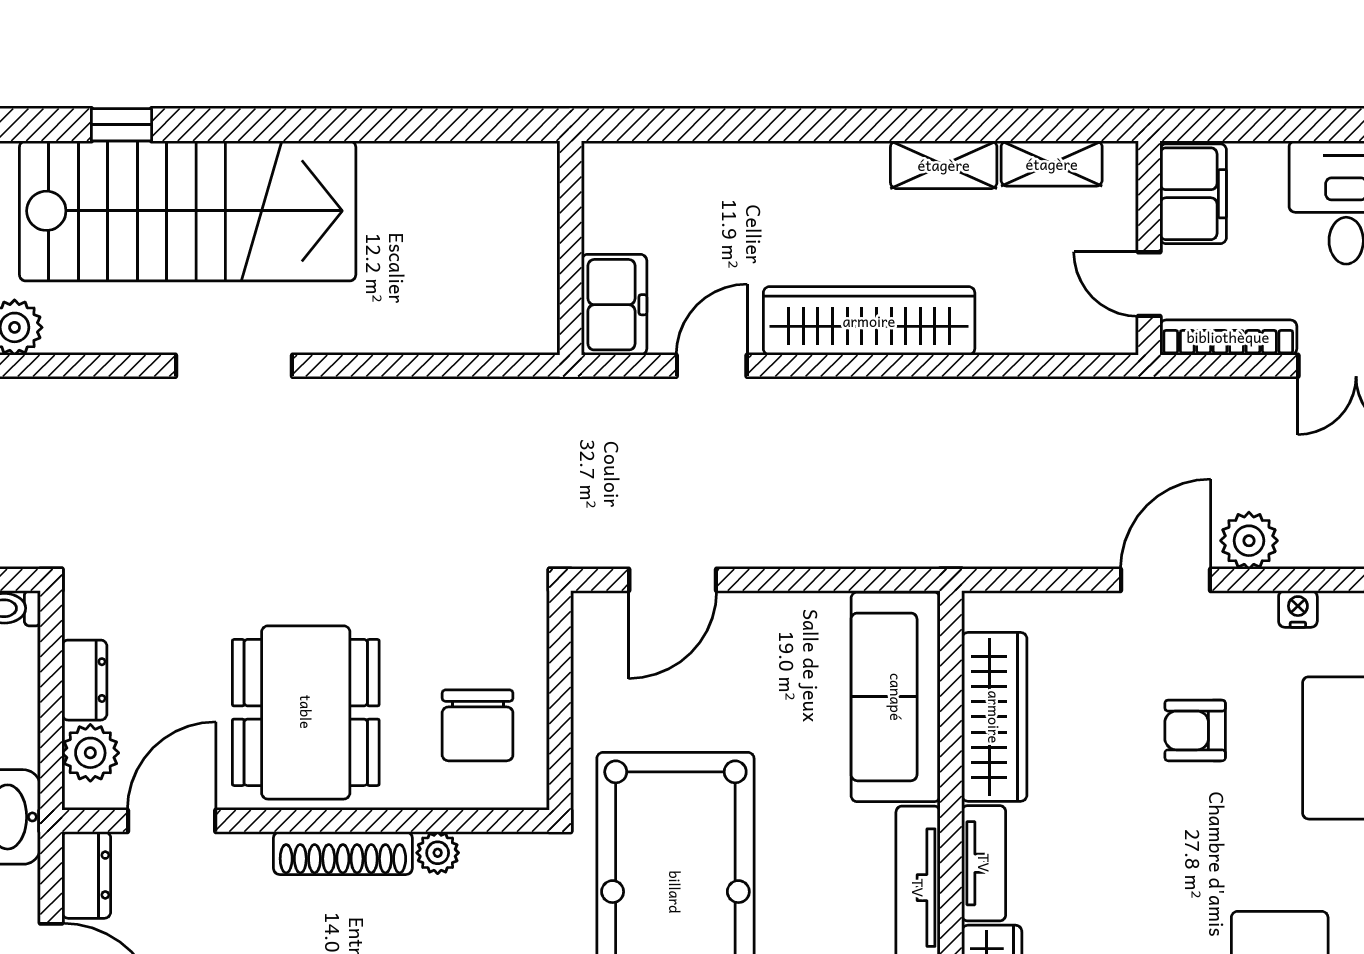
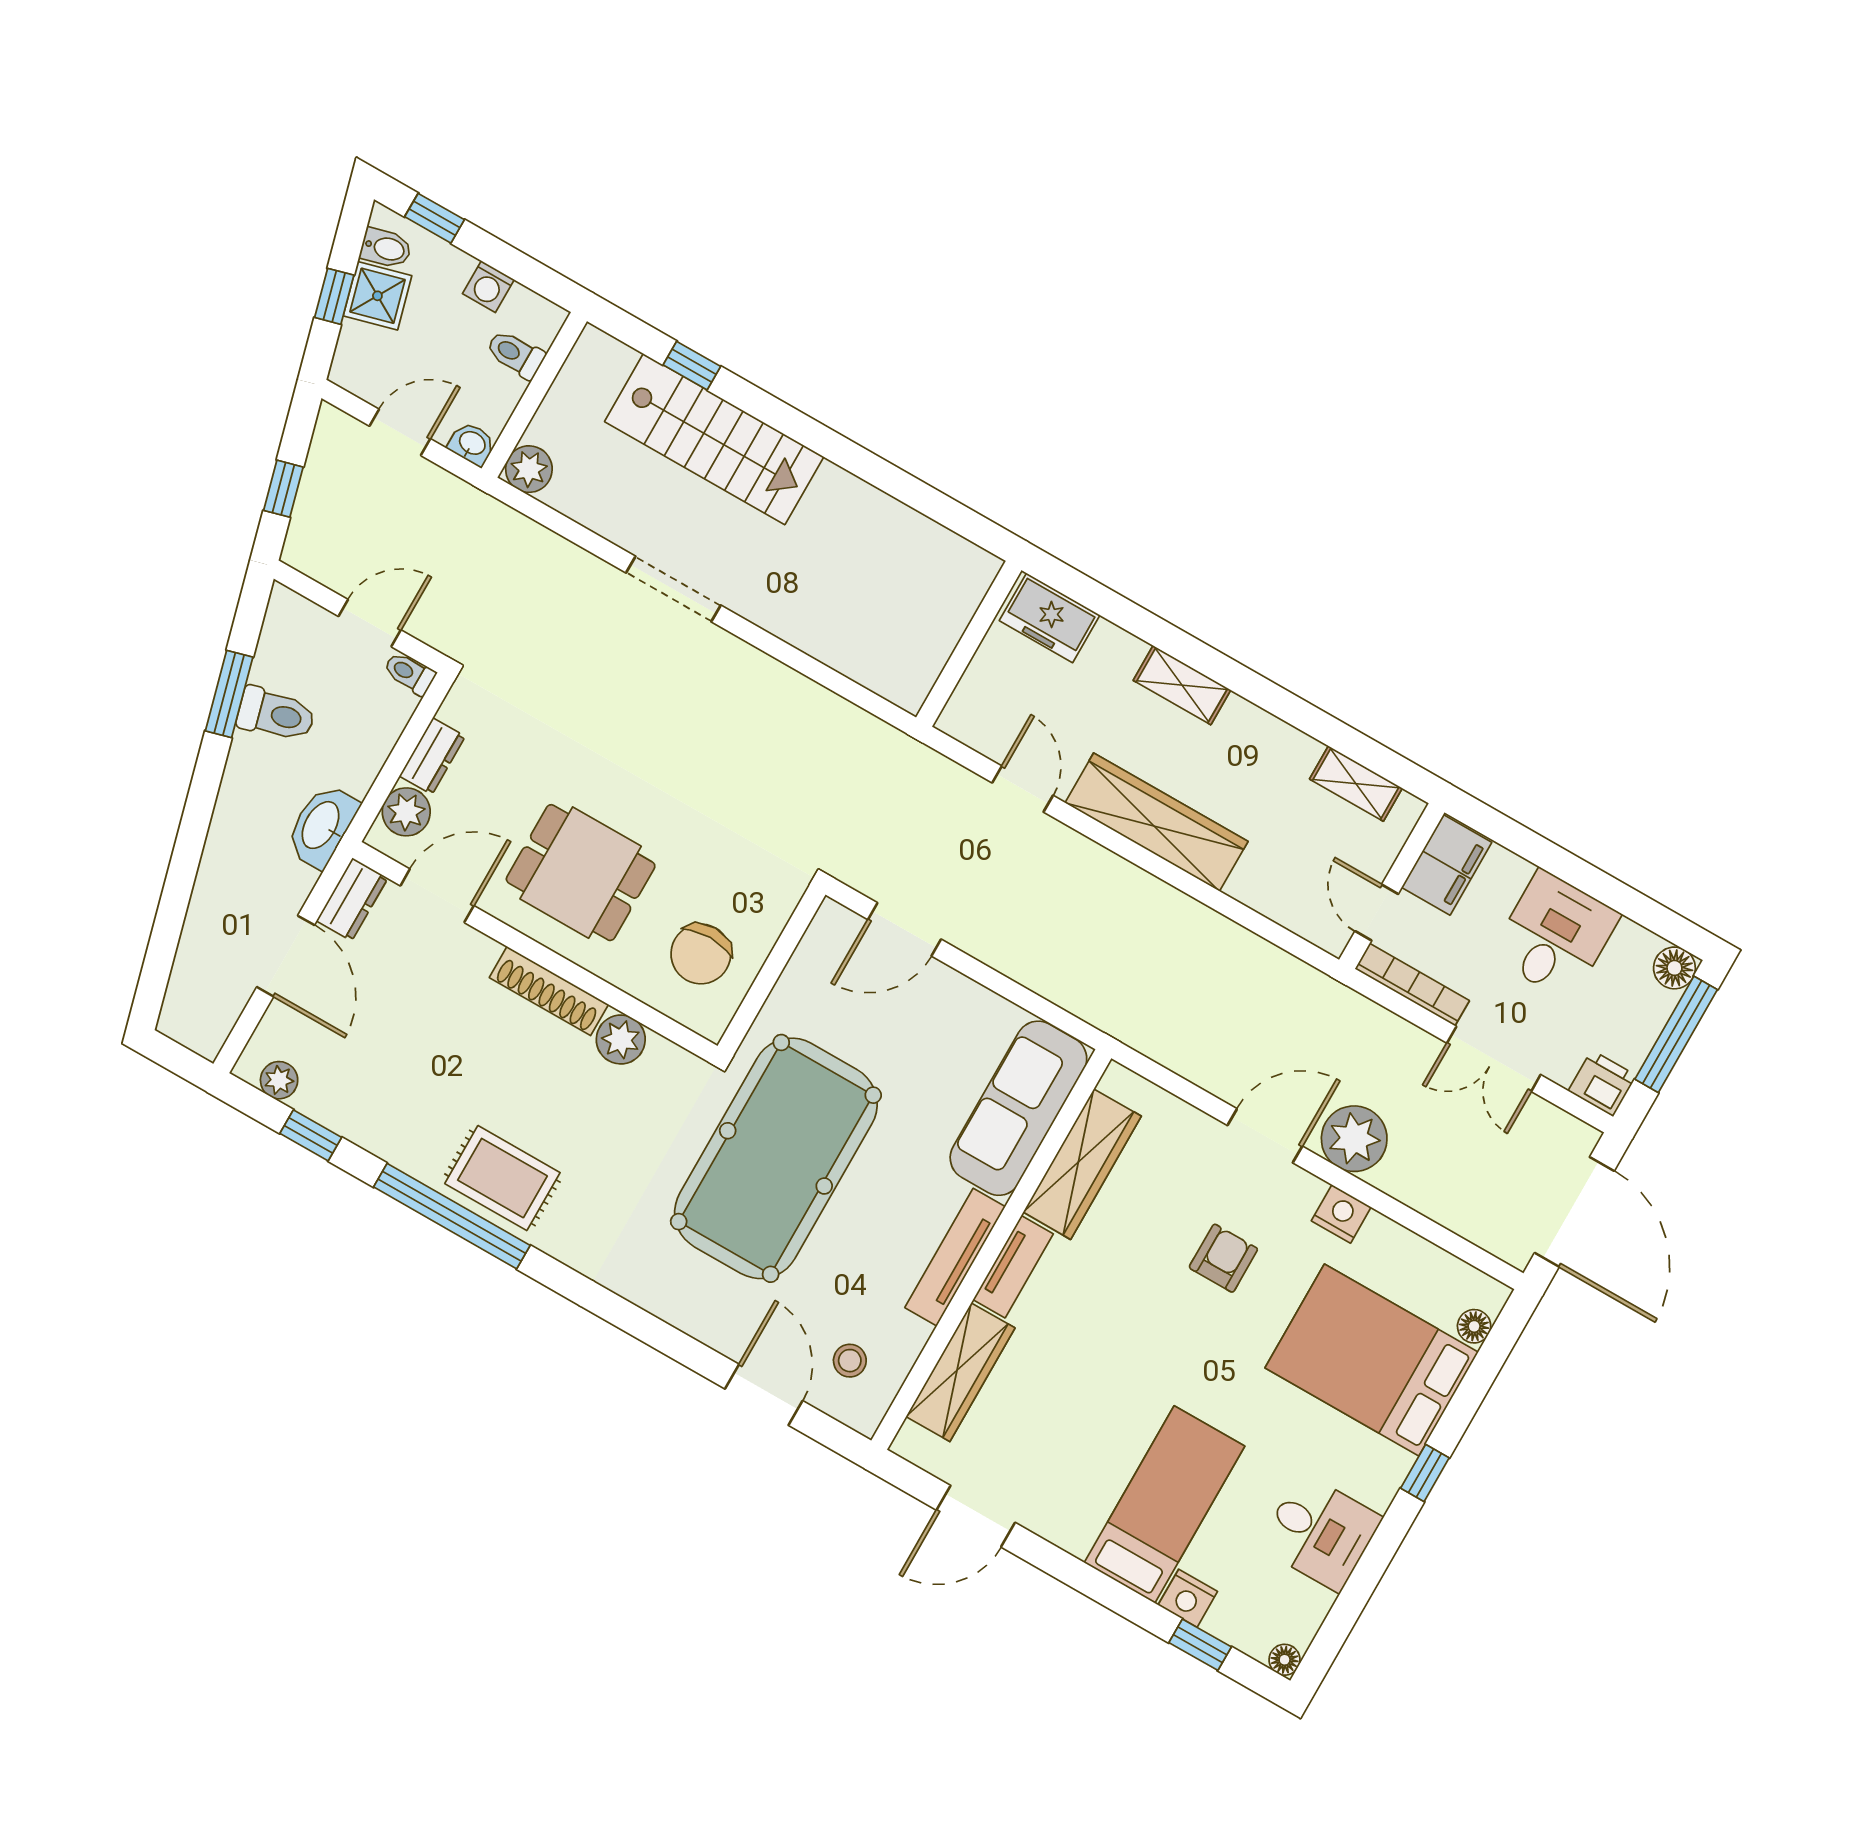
shelving: (944, 165) -> (1182, 685), moved
stairs: (188, 211) -> (714, 439), width x0.73, depth x0.66
freezer: (614, 305) -> (1050, 618), moved, turned 90
door: (712, 366) -> (1023, 789), hinge flipped
plant: (1249, 541) -> (1354, 1139), width x1.36, depth x1.36
nightstand: (1298, 609) -> (1341, 1214), width x1.39, depth x1.35
dining table: (306, 712) -> (581, 873), width x0.73
armchair: (1195, 730) -> (1223, 1258), turned 90
plant: (438, 853) -> (621, 1039), width x1.38, depth x1.38

